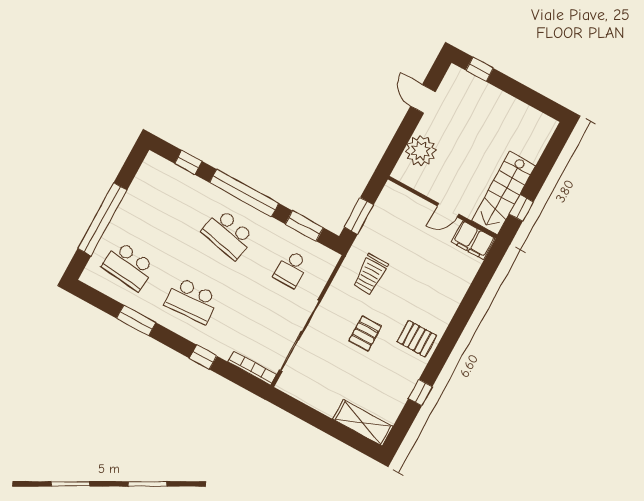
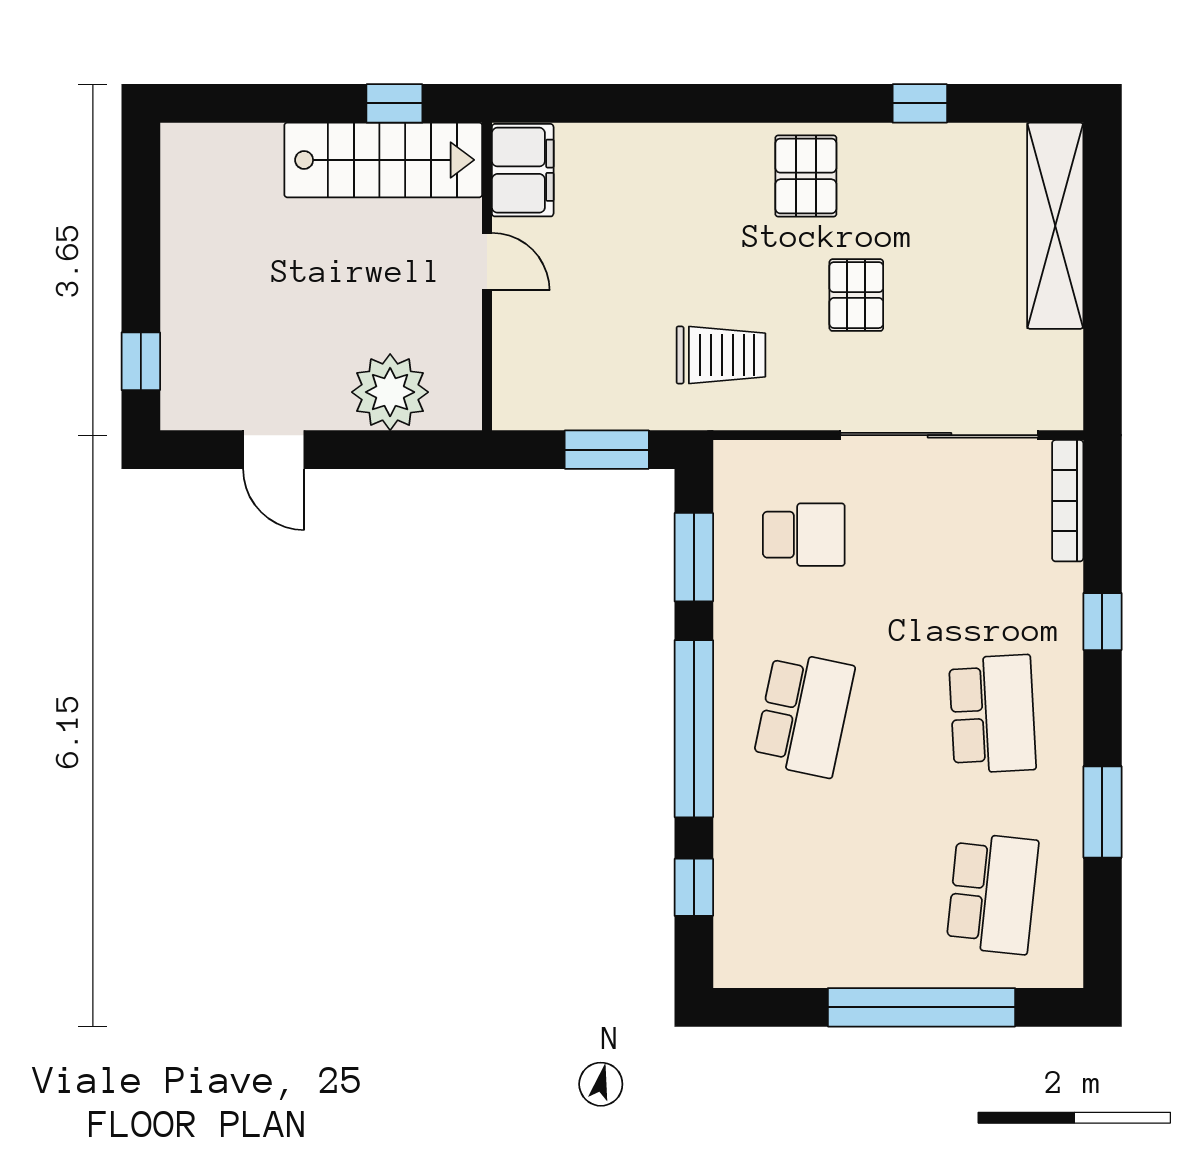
door: (423, 99) -> (274, 450), hinge flipped
pallet: (365, 333) -> (856, 295), turned 90
shelving: (363, 423) -> (1055, 226), width x1.47

